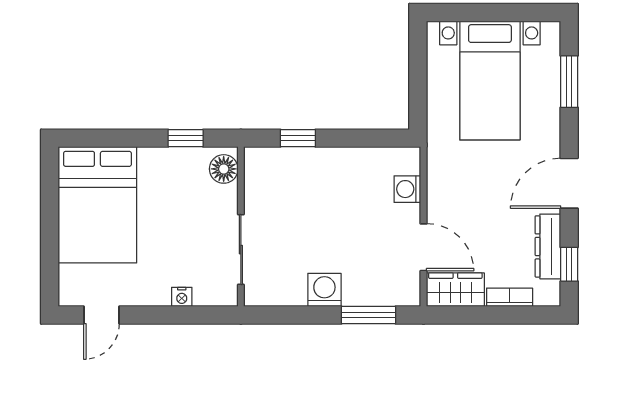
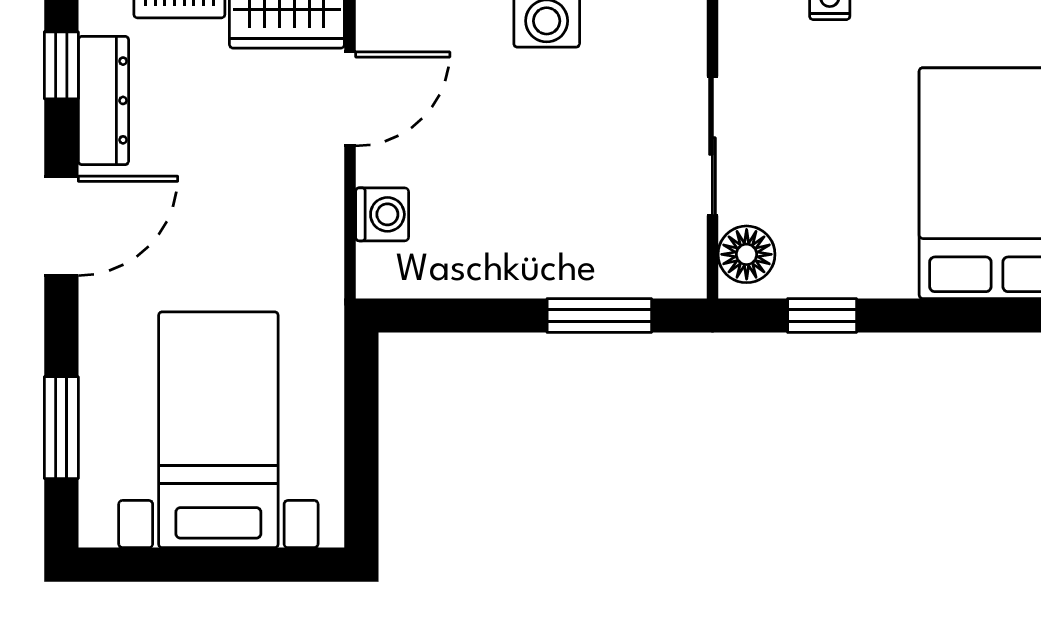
window: (298, 138) -> (599, 315), width x1.50
door: (424, 247) -> (350, 99), swing flipped
sliding door: (241, 250) -> (712, 146), moved

